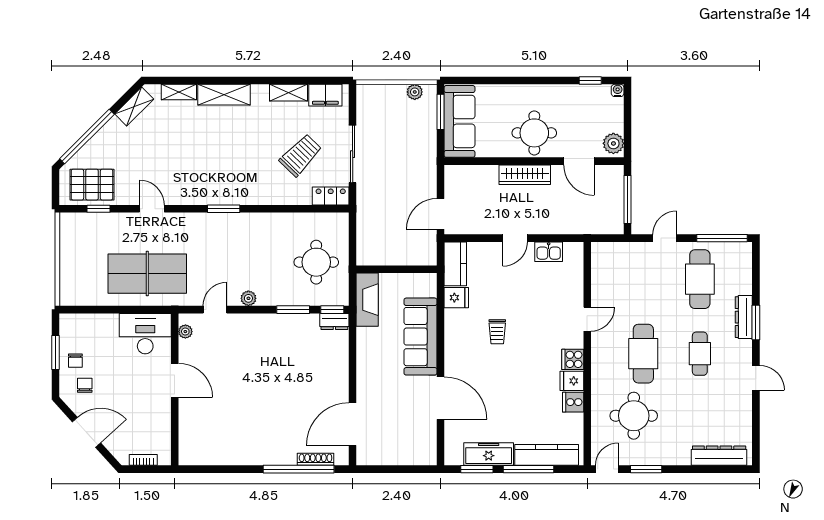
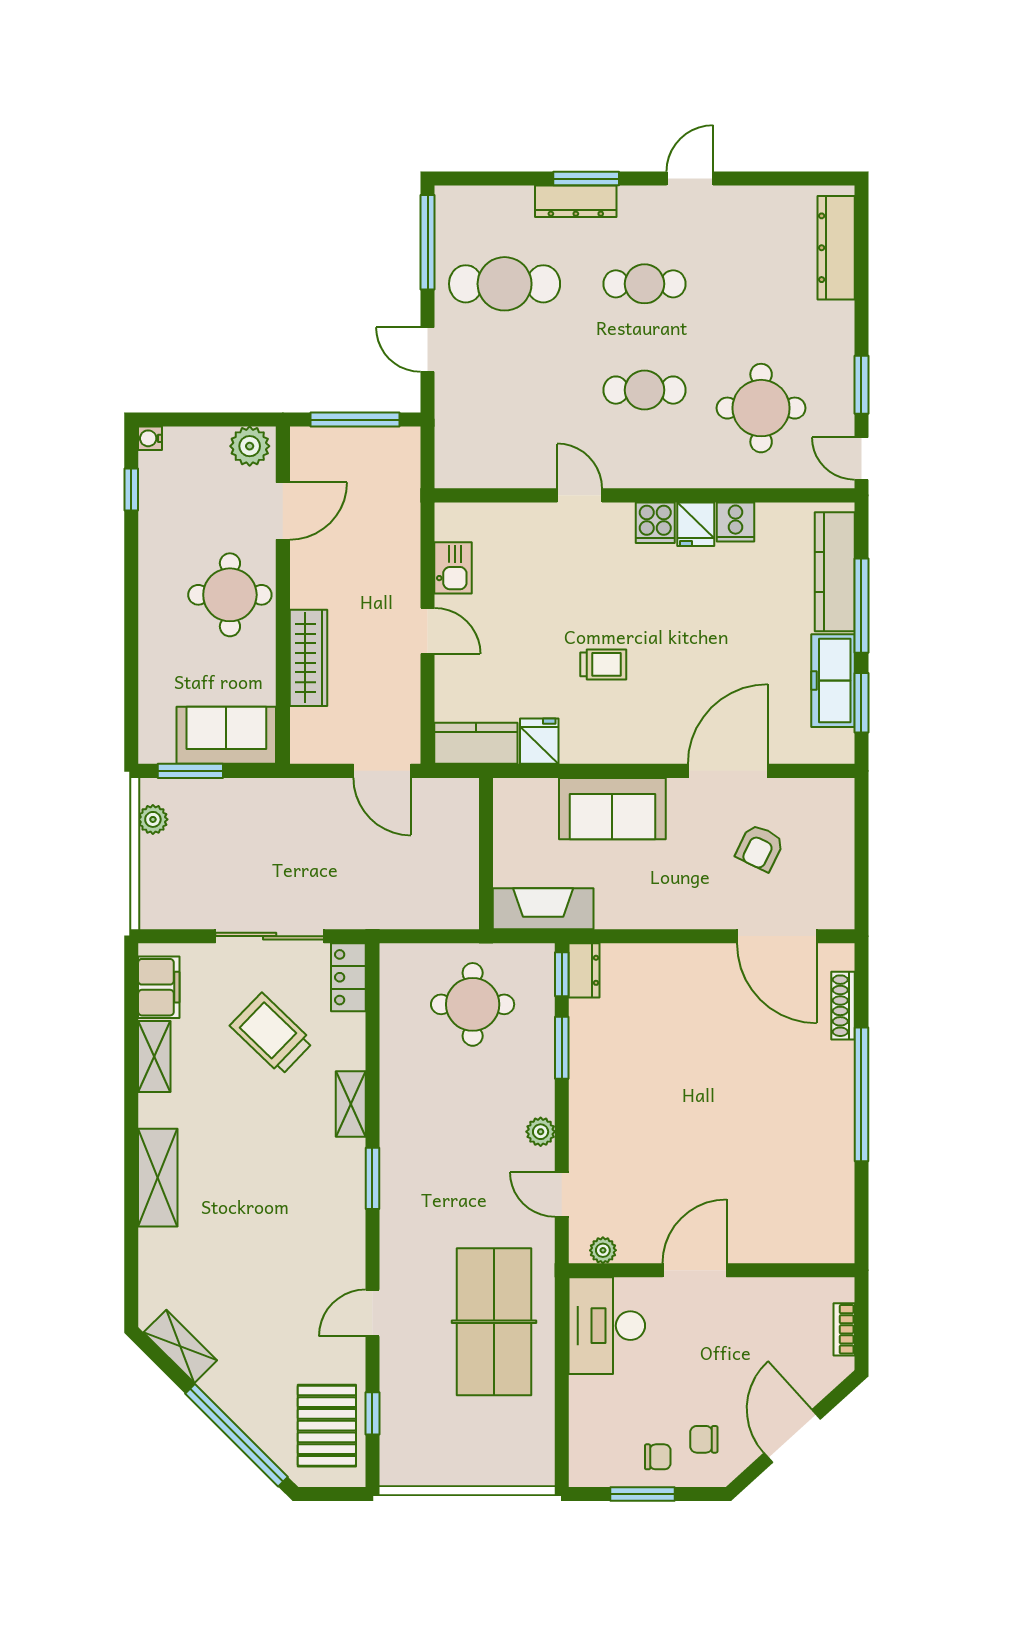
shelving: (179, 92) -> (351, 1104), moved
sofa: (460, 121) -> (226, 735), width x0.73
wardrobe: (525, 175) -> (308, 658), moved
sofa: (420, 337) -> (612, 809), width x0.73
cafe table: (643, 354) -> (644, 390), width x0.73, depth x0.74
armchair: (400, 415) -> (760, 848), added
window: (299, 469) -> (861, 1094), moved

